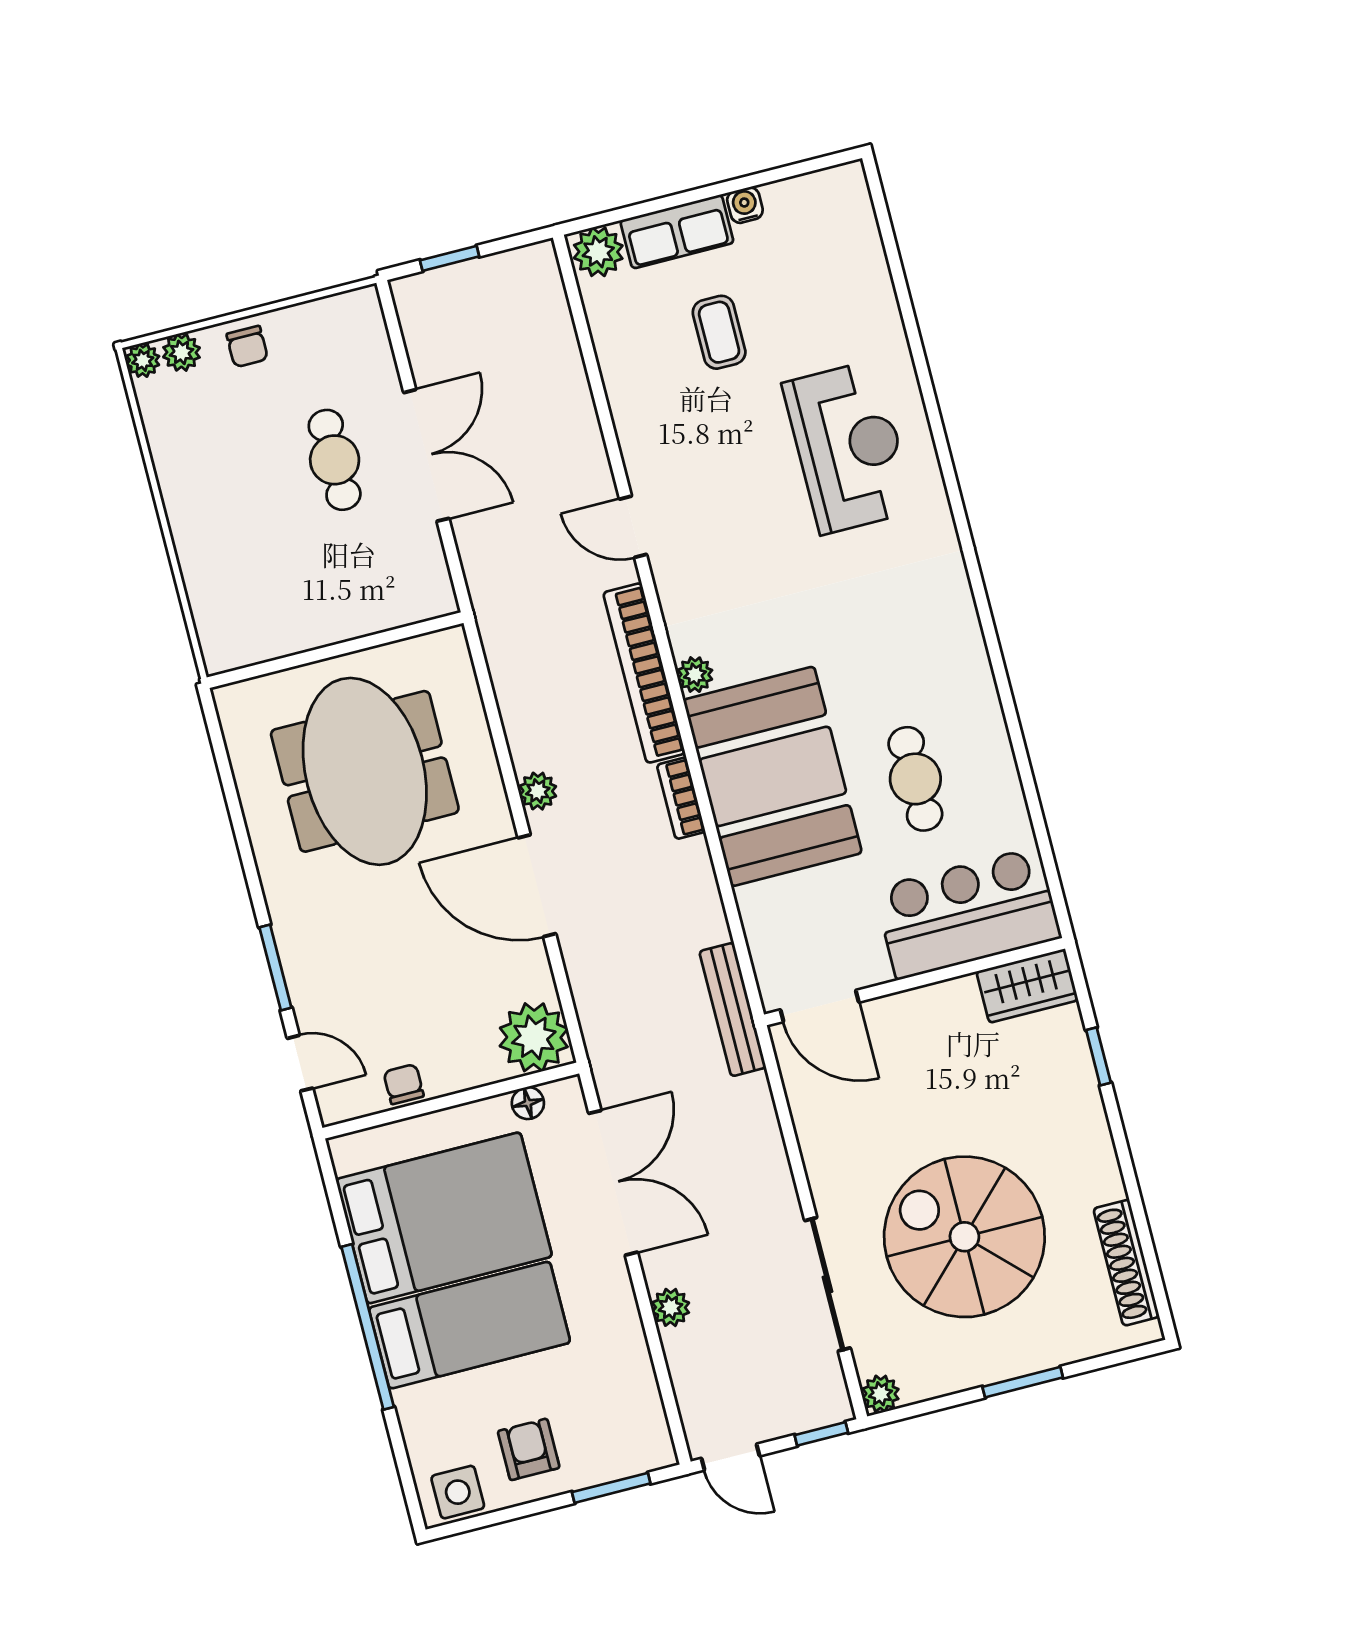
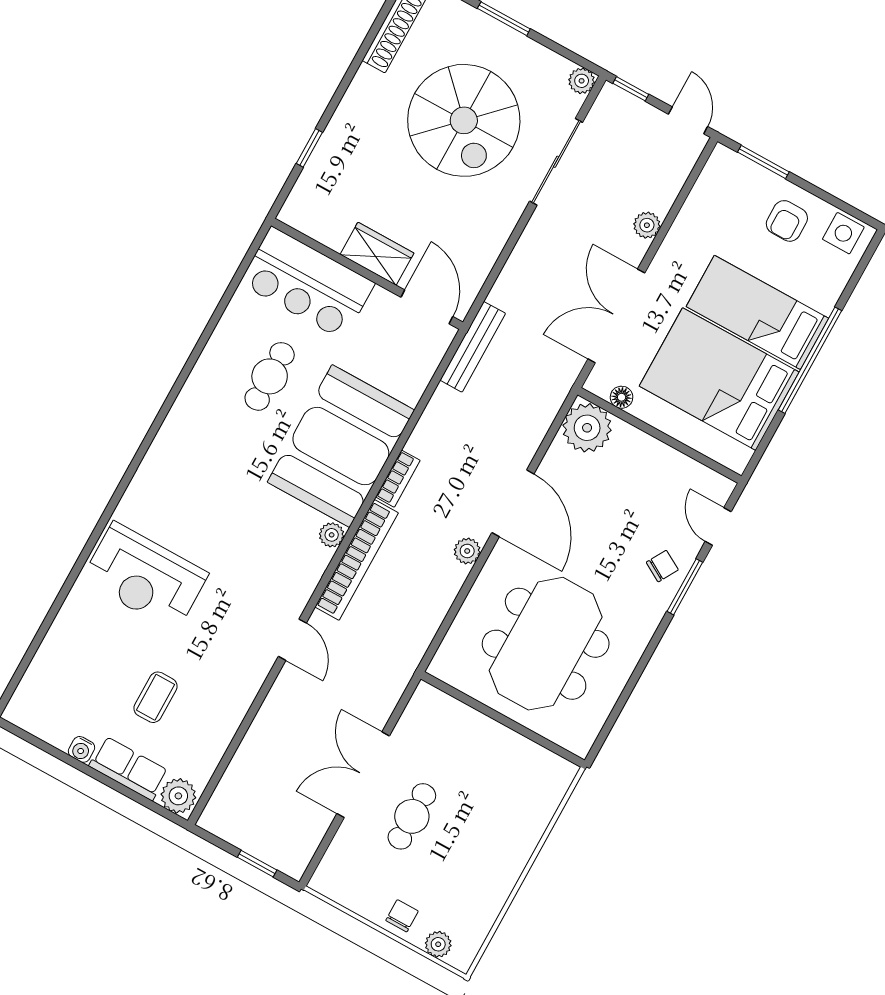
plant: (143, 360) -> (462, 959), removed
reception desk: (849, 447) -> (145, 577), turned -90
wardrobe: (1027, 986) -> (377, 254), moved
chair: (404, 1084) -> (662, 566), moved, turned -150

